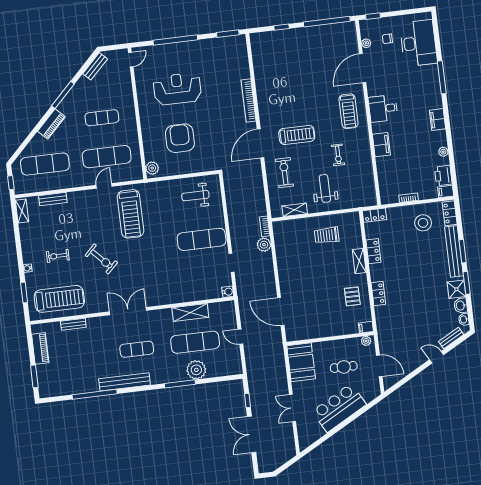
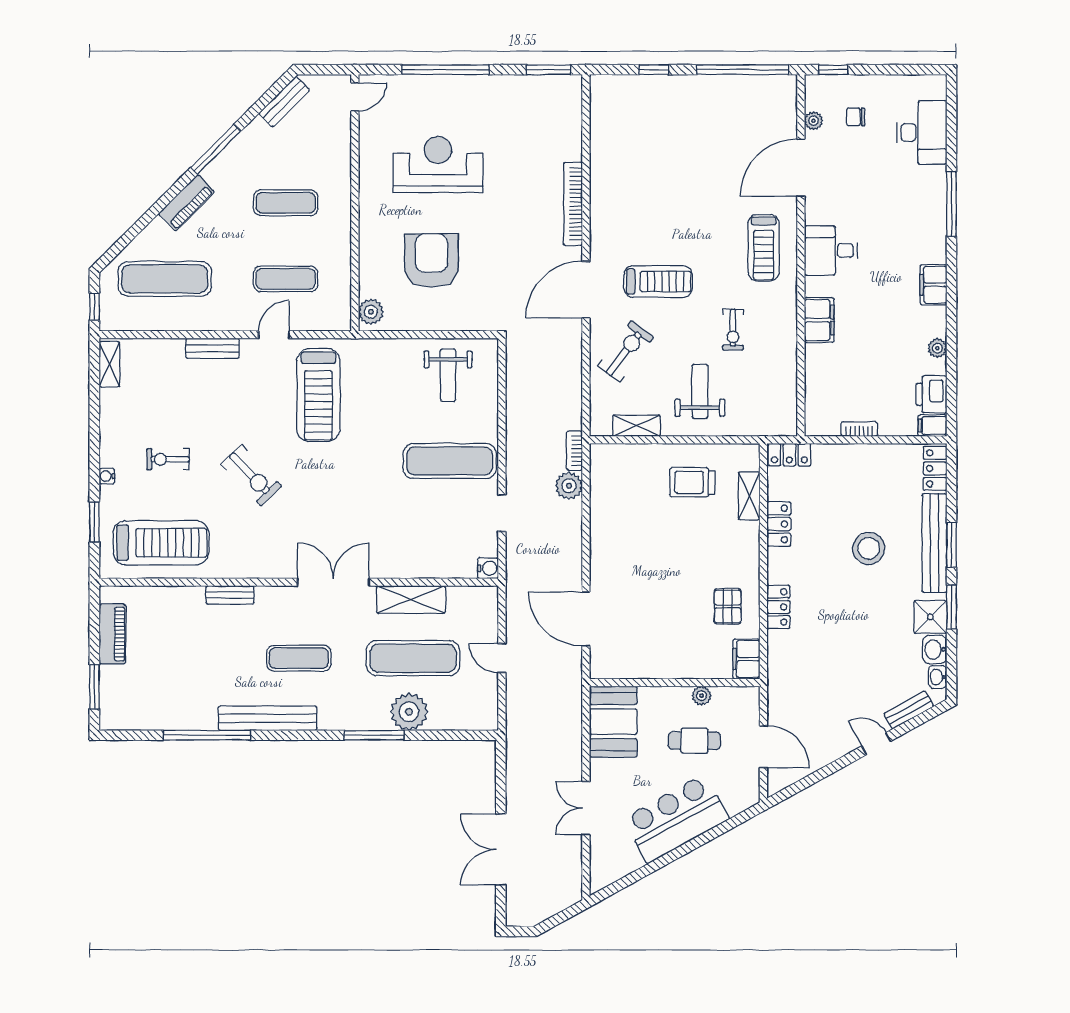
desk: (418, 43) -> (922, 132), width x0.73, depth x0.77
exercise mat: (107, 157) -> (286, 279), width x0.73, depth x0.69
exercise bike: (285, 173) -> (626, 351), turned 37
weight bench: (195, 196) -> (448, 375), turned -90
bench: (53, 199) -> (212, 348), moved
stool: (423, 223) -> (869, 548), moved
shelving: (359, 261) -> (749, 496), moved
double door: (128, 311) -> (333, 582), moved
bench: (73, 324) -> (230, 595), moved
filing cabinet: (366, 327) -> (746, 659), width x2.00
plant: (366, 341) -> (702, 696), moved
window: (247, 400) -> (501, 783), removed

